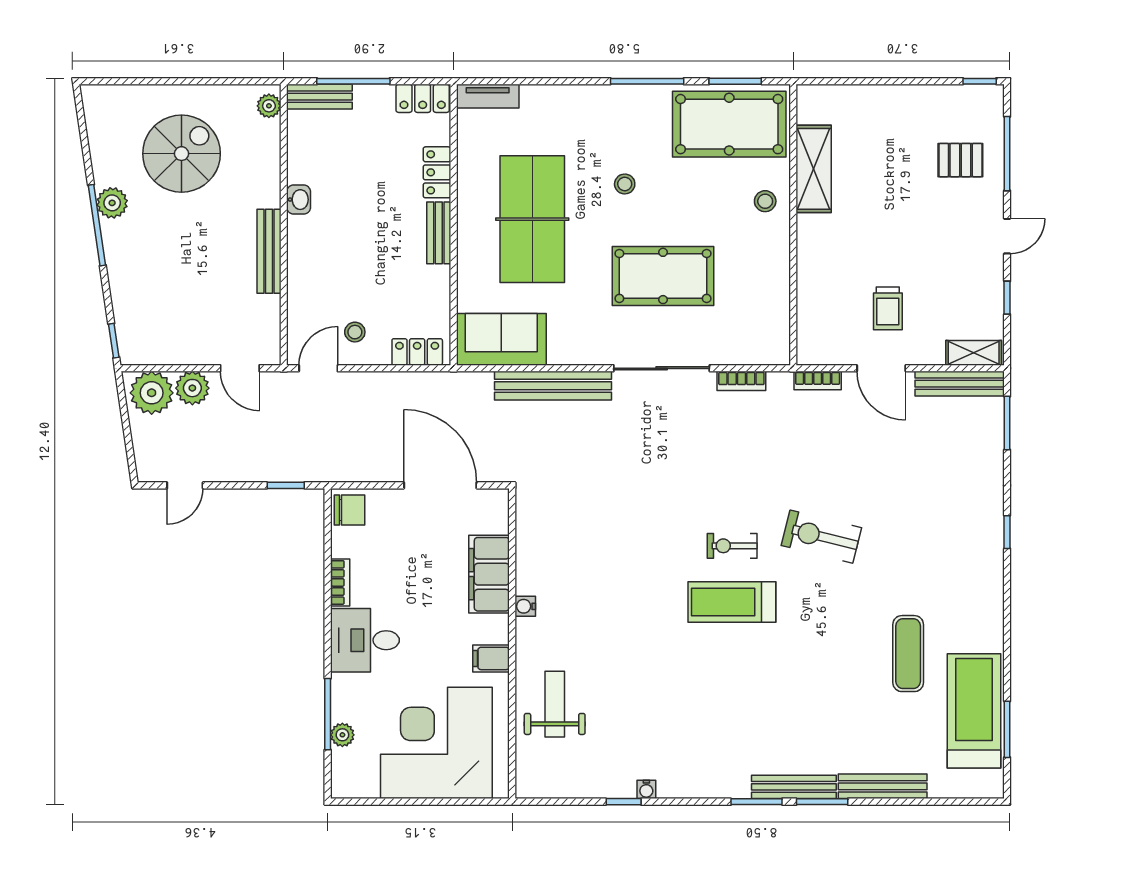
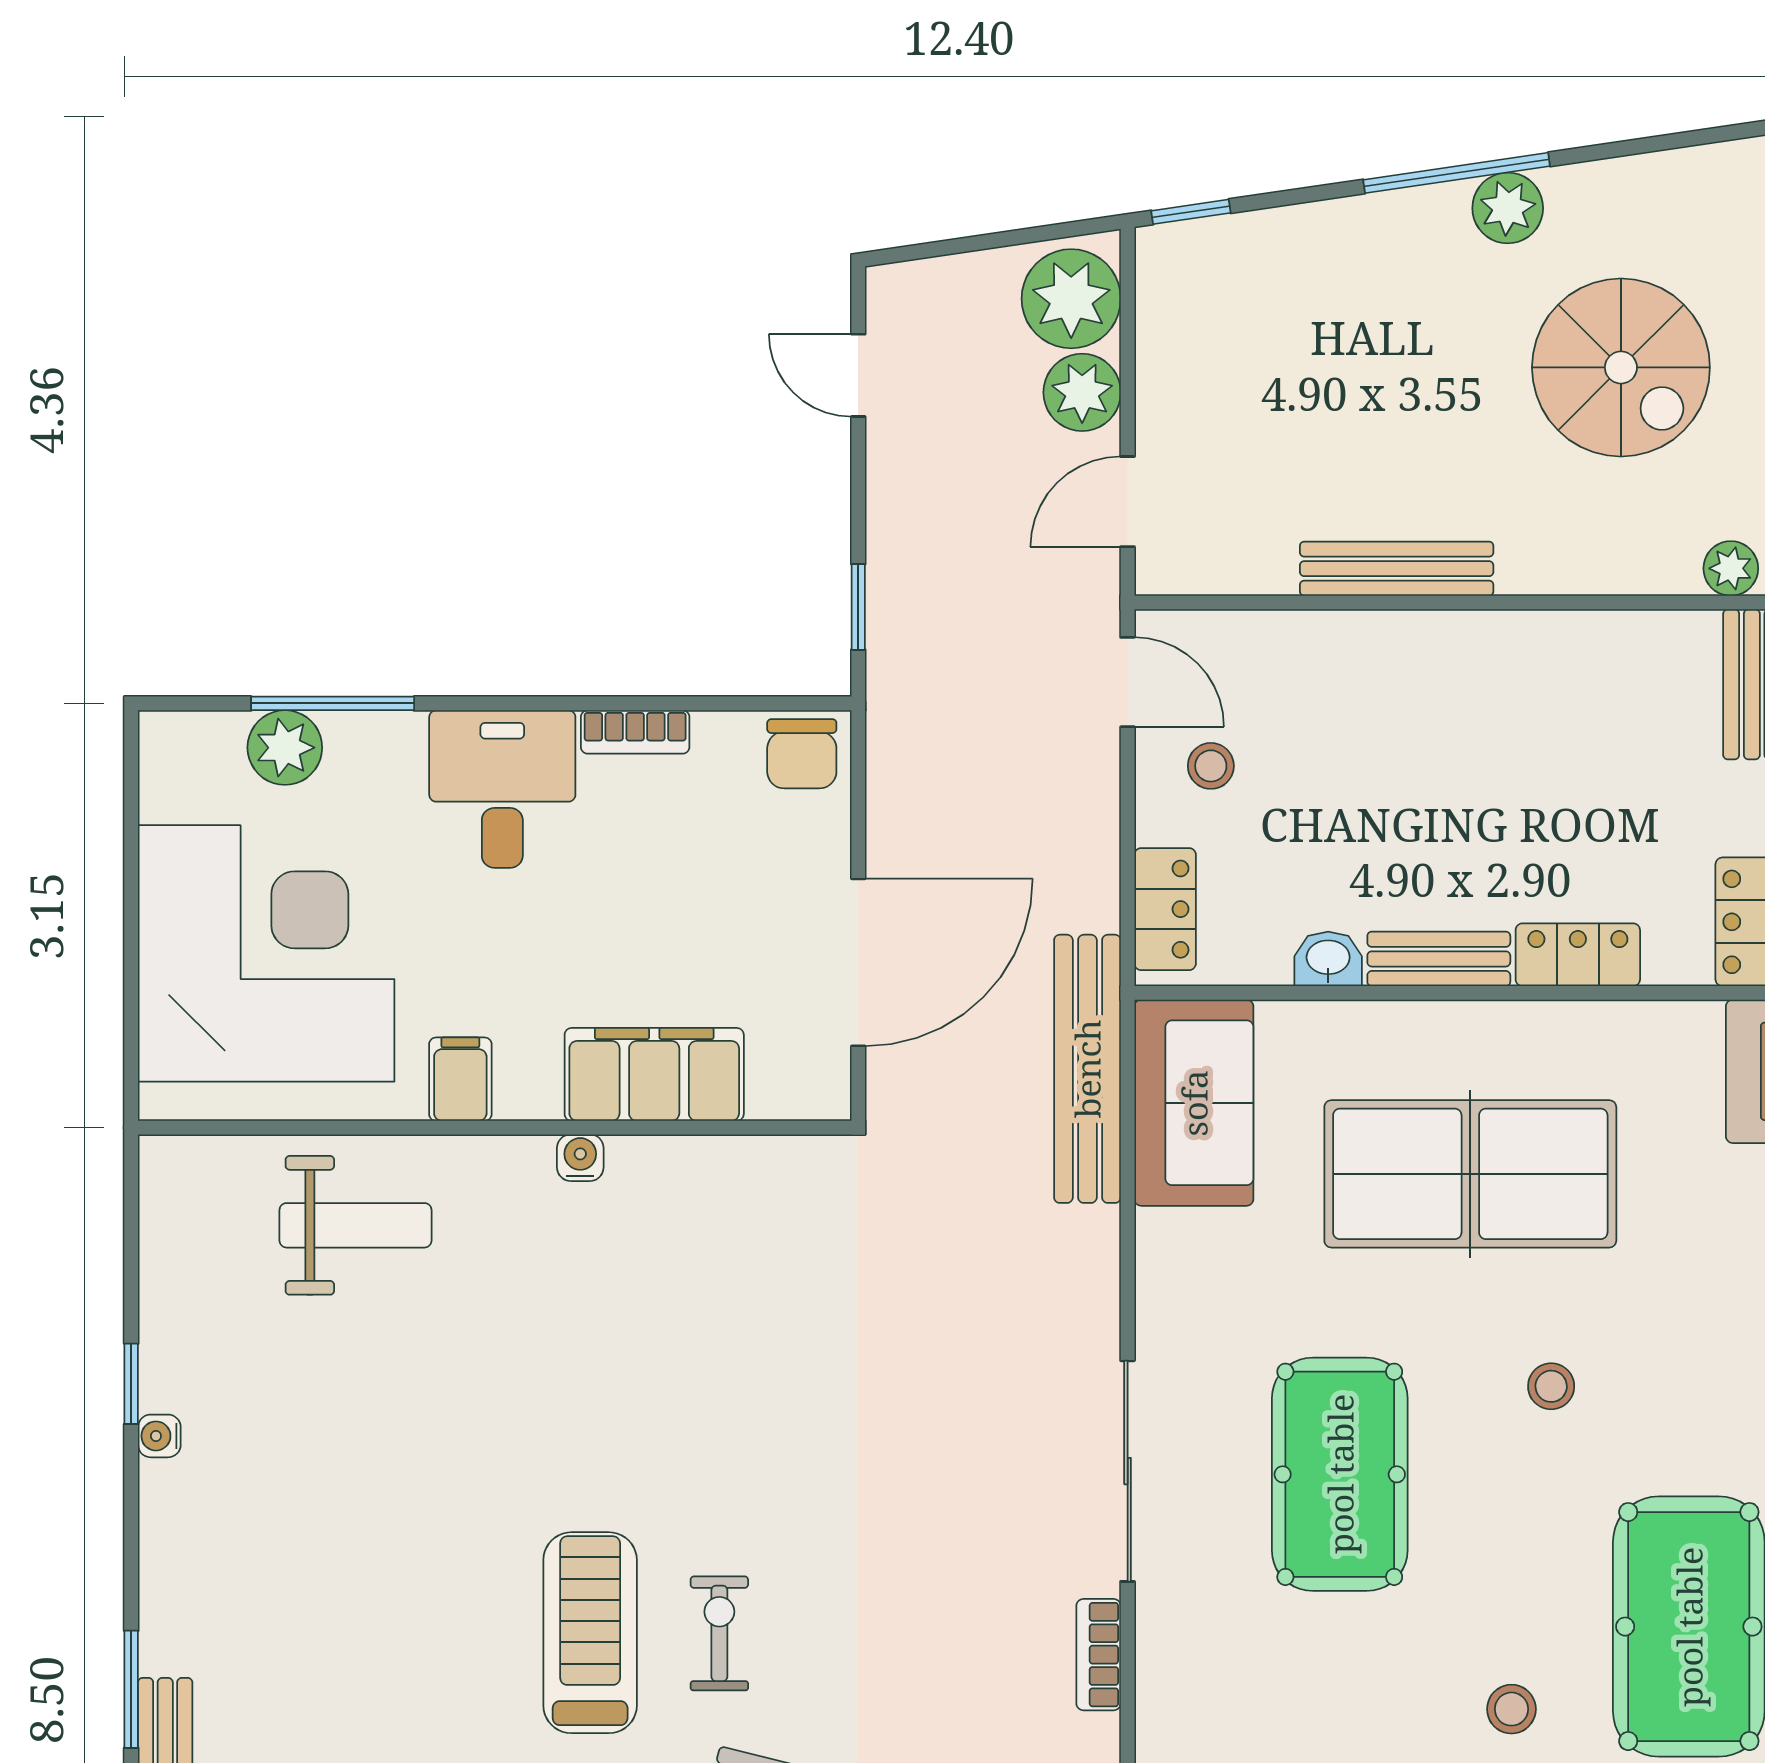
washbasin: (299, 200) -> (1328, 959), moved, turned 180
bench: (553, 386) -> (1087, 1069), moved
plant: (342, 735) -> (285, 748), width x1.38, depth x1.38

